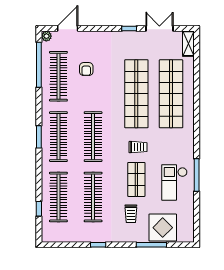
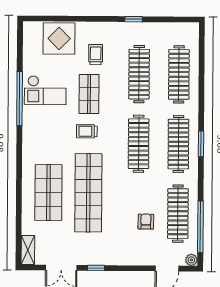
shop shelf: (171, 94) -> (48, 192), width x0.71
window: (197, 175) -> (20, 99), width x1.46
checkout: (174, 182) -> (45, 90), turned 90
window: (39, 209) -> (202, 61), removed
window: (151, 245) -> (72, 19), removed

